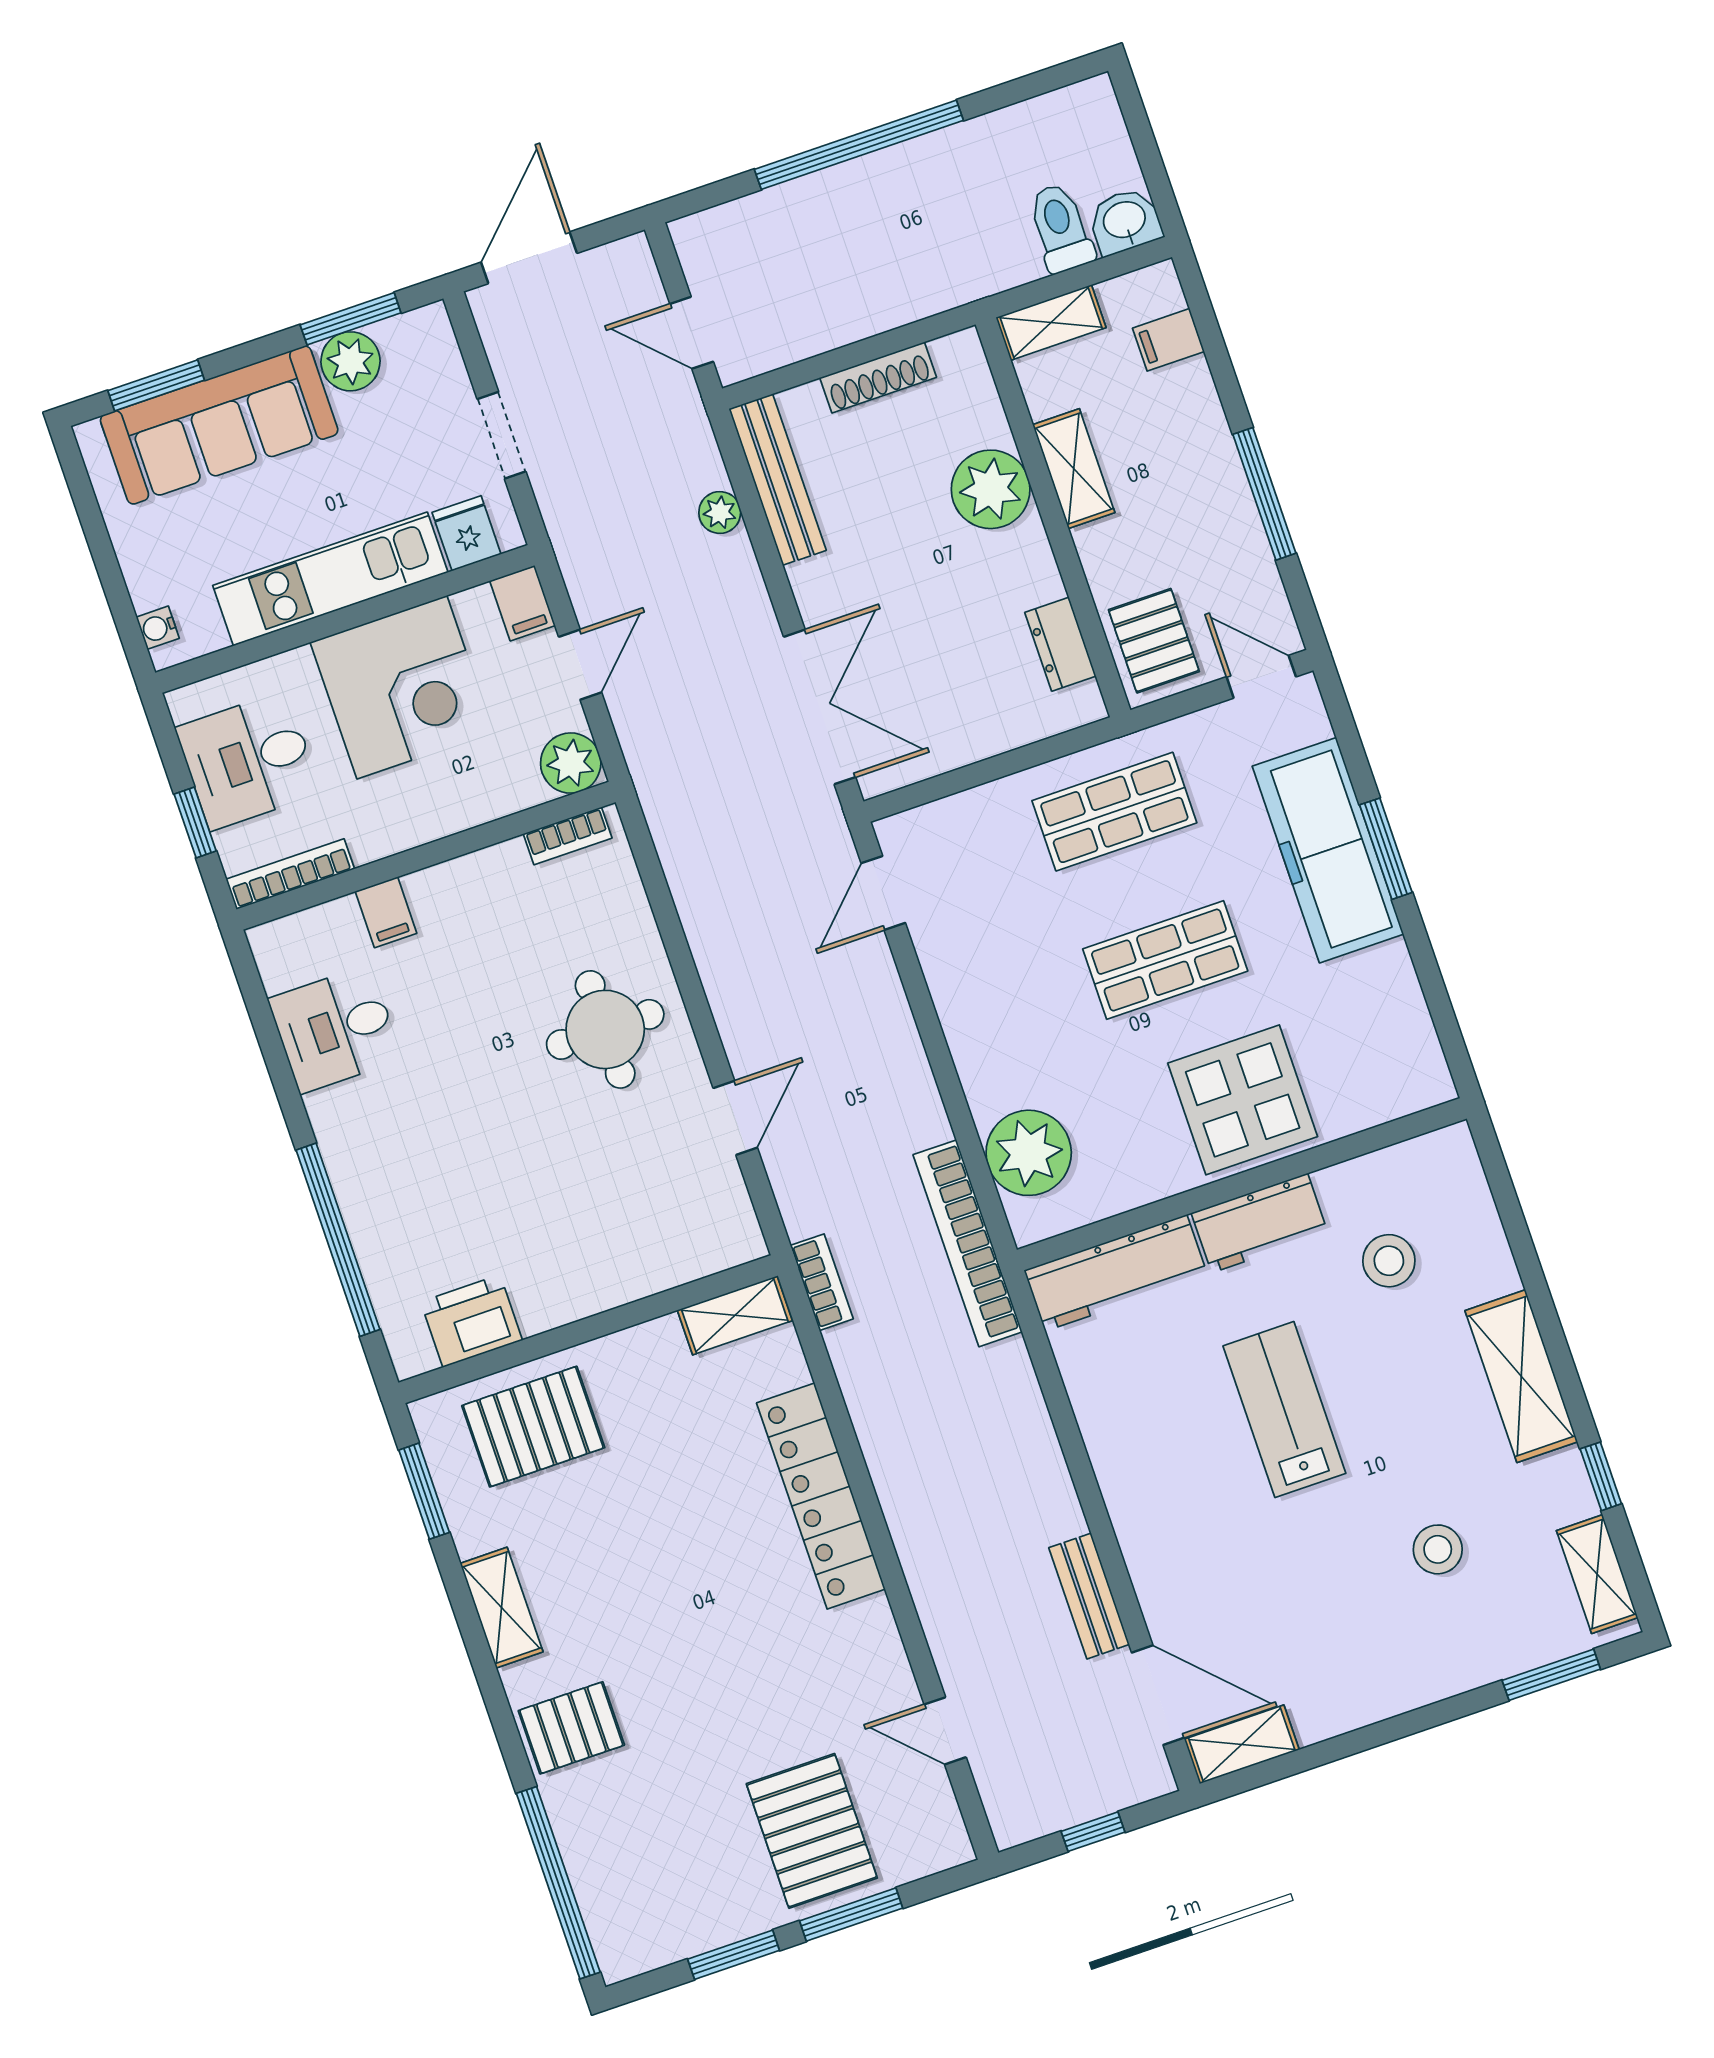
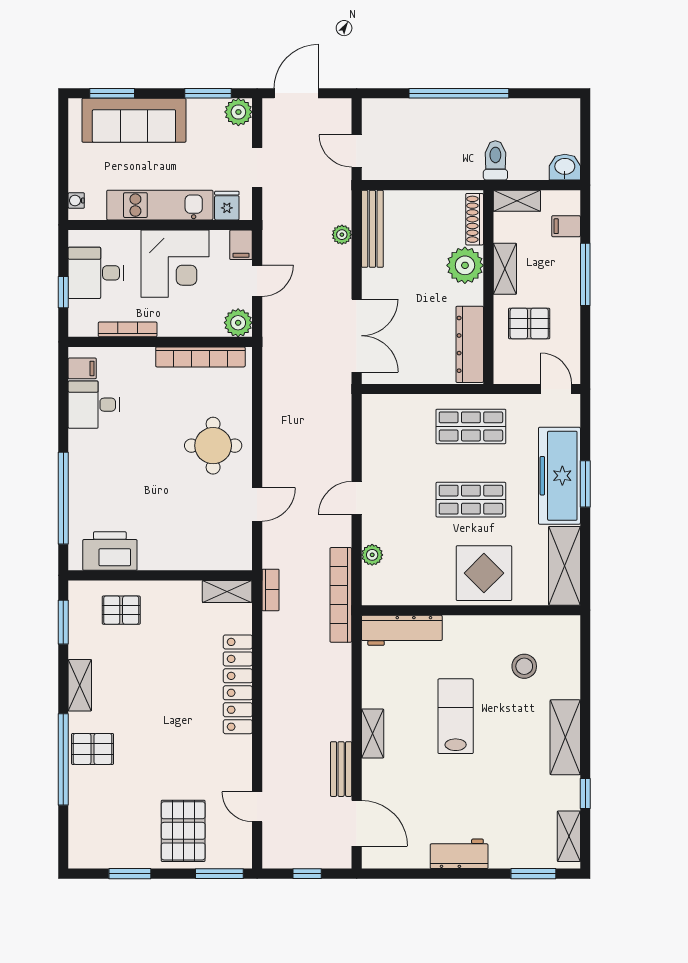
toilet: (1061, 228) -> (495, 160), moved
plant: (351, 361) -> (238, 112), moved
shoe rack: (878, 378) -> (475, 219), moved, turned 90
window: (1264, 494) -> (585, 274), moved
pallet: (1154, 641) -> (529, 324), moved, turned 90
dresser: (1060, 644) -> (470, 344), width x1.96, depth x1.24
bookcase: (568, 836) -> (200, 357), width x2.31, depth x1.31
bookcase: (290, 874) -> (128, 329), moved
door: (883, 893) -> (357, 498), moved
filing cabinet: (386, 912) -> (82, 368), moved, turned -90
shelving: (1401, 1029) -> (564, 566), added
plant: (1029, 1153) -> (372, 555), width x0.53, depth x0.53
workbench: (1260, 1223) -> (459, 854), moved, turned 180
printer: (471, 1321) -> (110, 551), width x1.37, depth x1.19
pallet: (533, 1427) -> (121, 610), width x0.67, depth x0.71
stool: (1438, 1549) -> (502, 801), removed
shelving: (1242, 1744) -> (373, 733), moved, turned 90
window: (558, 1883) -> (63, 759), moved
window: (851, 1914) -> (219, 874), moved

